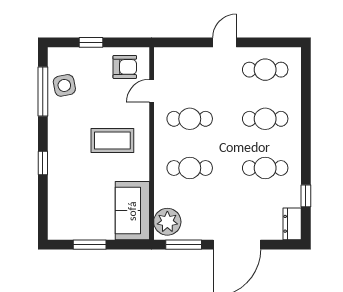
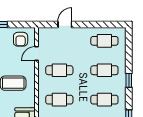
door: (225, 42) -> (65, 24), moved
armchair: (125, 67) -> (21, 39), turned 90
window: (306, 136) -> (129, 80), added

